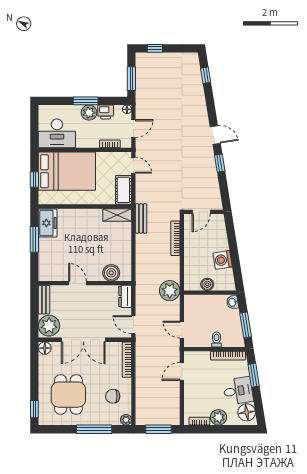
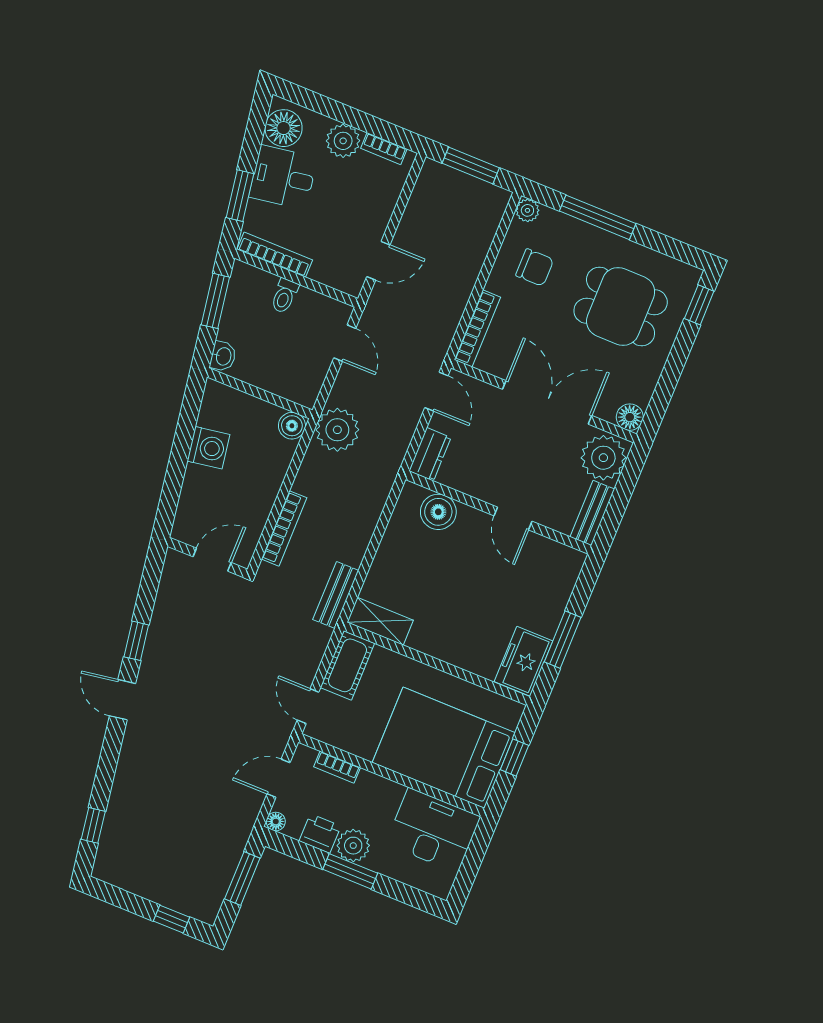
boiler: (207, 284) -> (292, 426), moved
dining table: (68, 395) -> (621, 306), turned 90

